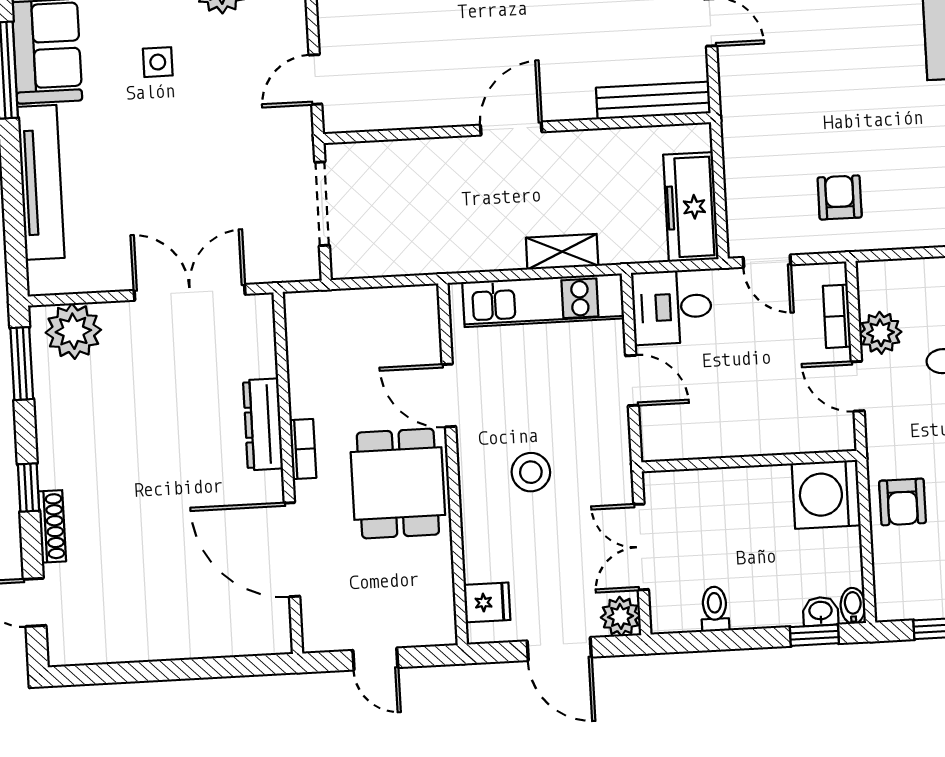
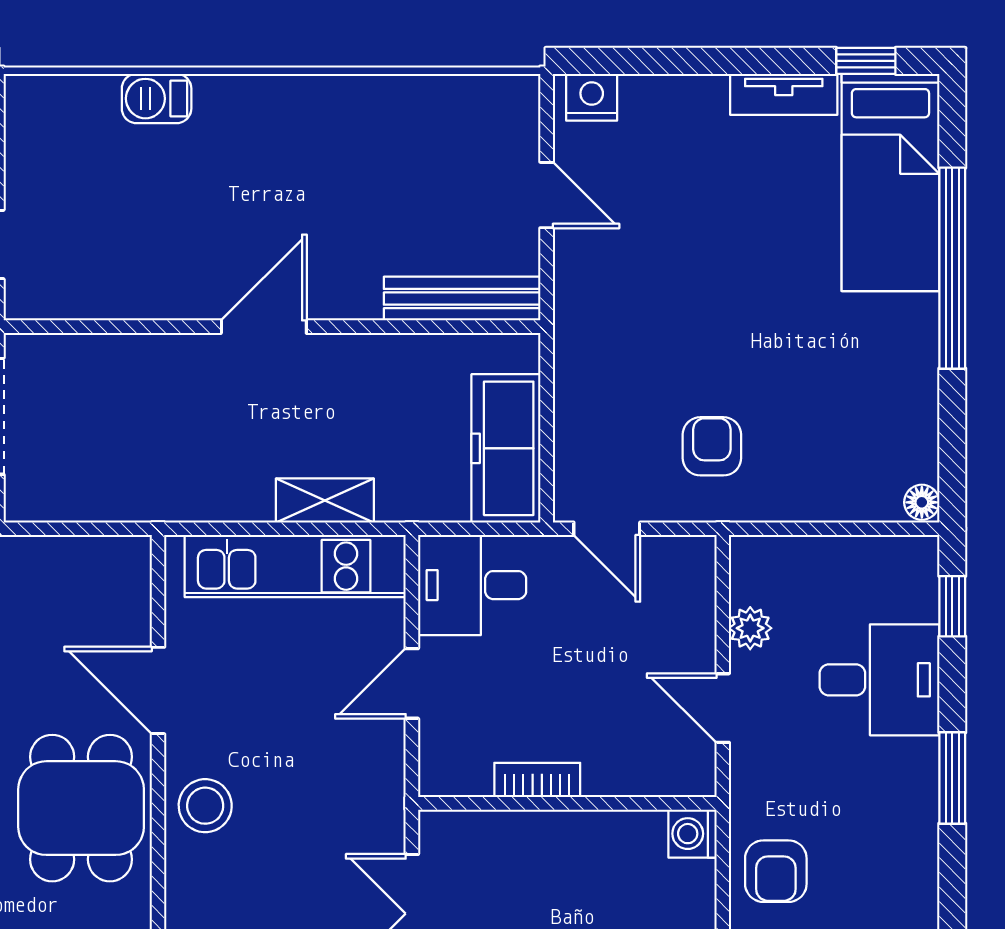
bookcase: (837, 316) -> (537, 780), moved, turned 90
plant: (880, 333) -> (750, 628), width x0.73, depth x0.73
door: (632, 381) -> (412, 683), swing flipped
stool: (531, 472) -> (205, 806), moved
washing machine: (826, 494) -> (693, 834), width x0.53, depth x0.53

